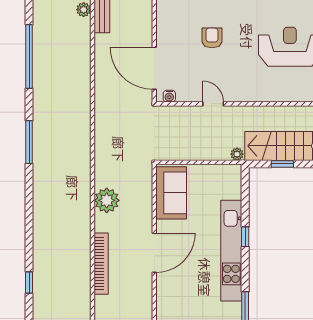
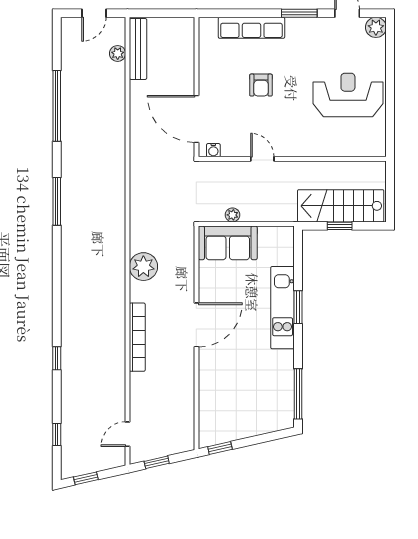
armchair: (212, 38) -> (261, 85), turned 180
plant: (237, 154) -> (232, 215), moved
sofa: (171, 193) -> (228, 243), moved, turned 90
window: (245, 237) -> (298, 307), width x1.50
kitchen unit: (231, 251) -> (283, 308), width x0.73

